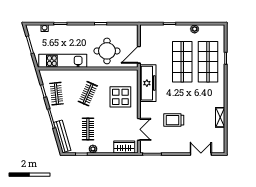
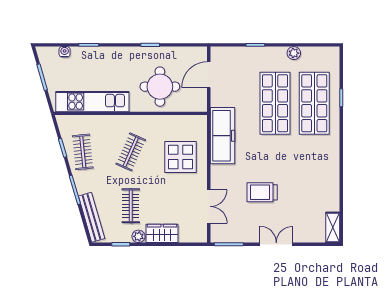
door: (139, 55) -> (209, 75), moved
shelving: (220, 117) -> (333, 227), moved
wardrobe: (124, 147) -> (162, 233), moved
double door: (201, 154) -> (276, 244), moved

